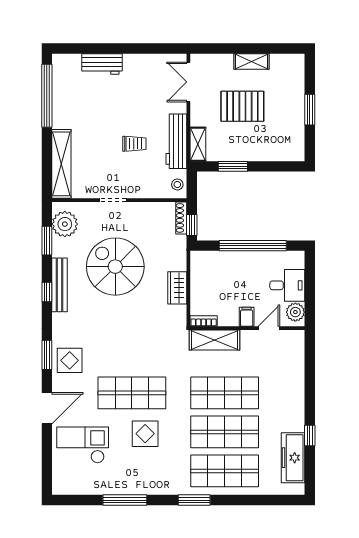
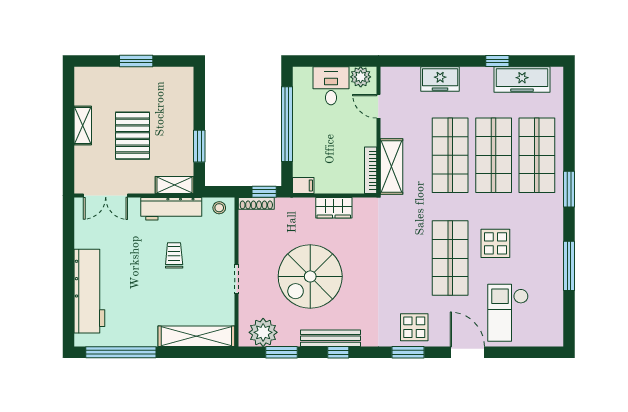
workbench: (102, 64) -> (89, 291), width x1.88, depth x1.32
filing cabinet: (247, 317) -> (303, 186), moved, turned 180
bookcase: (204, 321) -> (371, 170), width x1.56
freezer: (293, 384) -> (440, 79), added

